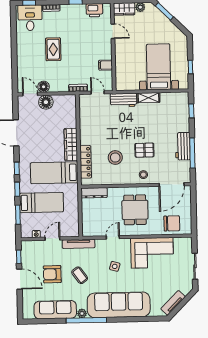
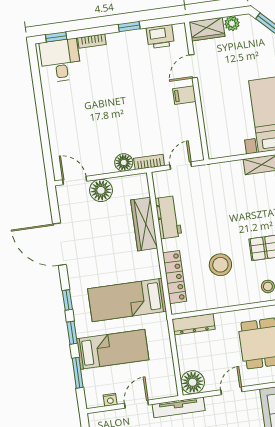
door: (113, 31) -> (193, 66), swing flipped
rug: (53, 49) -> (103, 106), removed
filing cabinet: (105, 65) -> (184, 95), moved
floor lamp: (44, 87) -> (124, 162), moved
door: (98, 93) -> (181, 166), hinge flipped
workbench: (123, 100) -> (168, 217), moved, turned -90
wardrobe: (71, 145) -> (144, 224), moved
floor lamp: (89, 229) -> (193, 382), added

